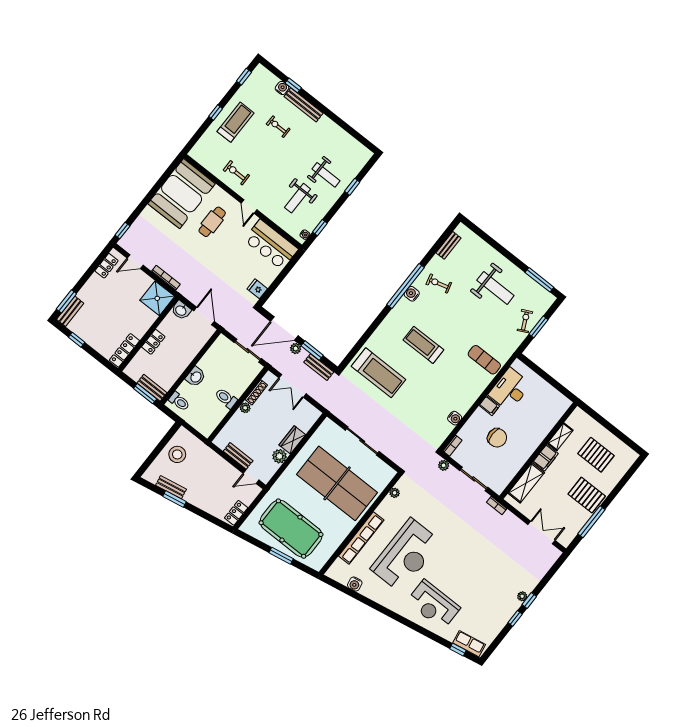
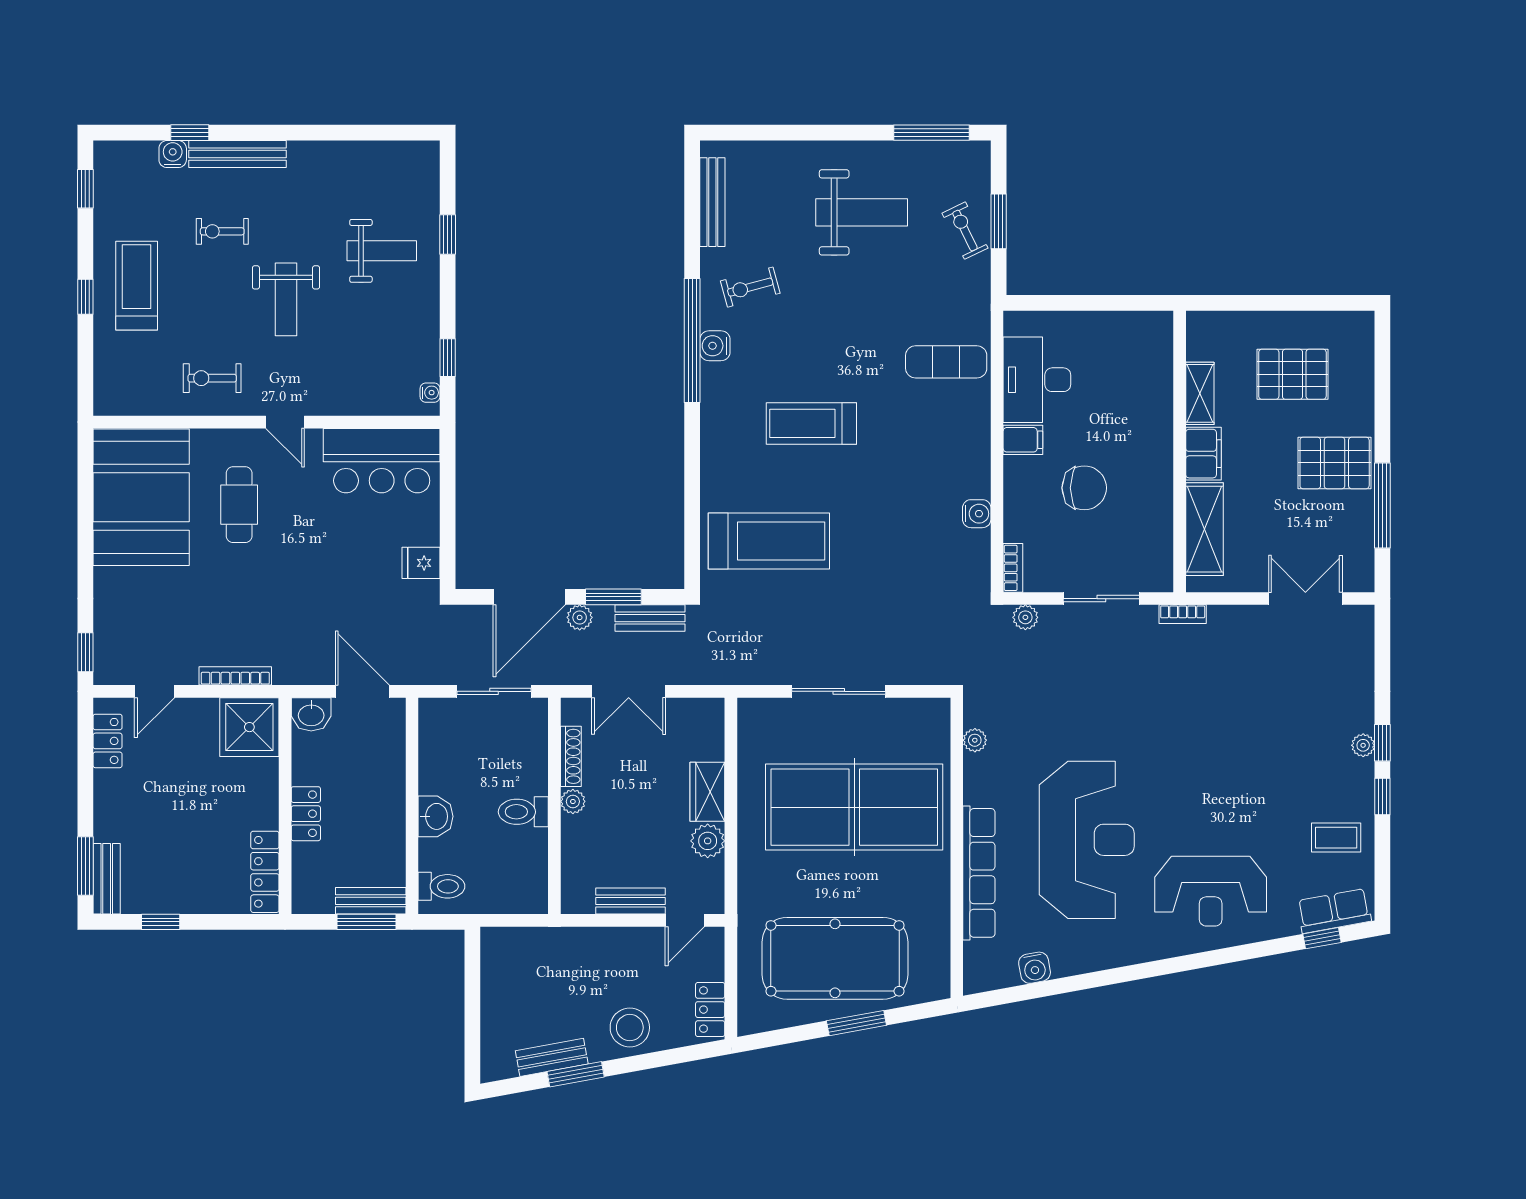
weight bench: (297, 198) -> (286, 299), moved
bench: (449, 245) -> (712, 202), width x1.36
stool: (177, 454) -> (630, 1028), moved
coffee table: (489, 620) -> (1336, 838), added

